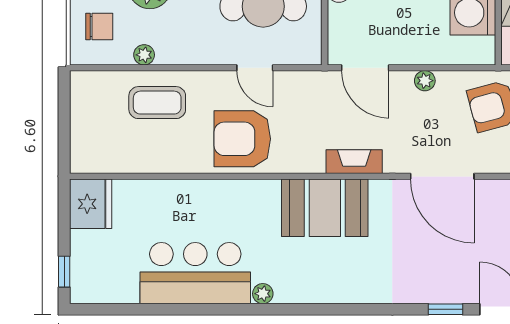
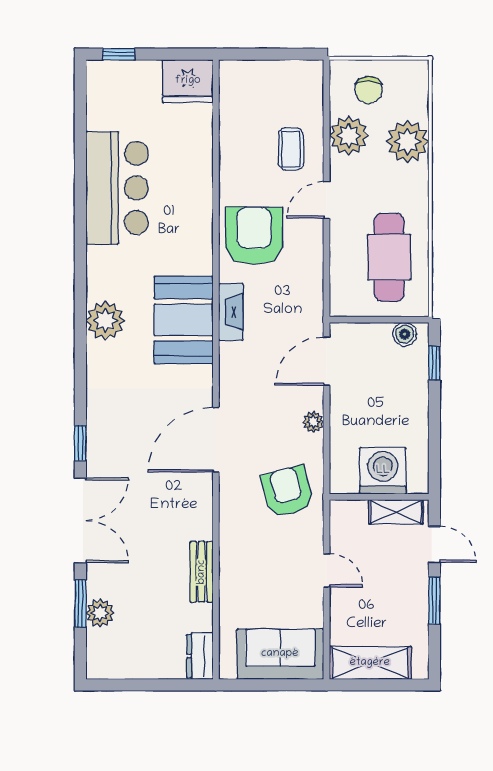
plant: (144, 55) -> (349, 136), width x1.88, depth x1.88
door: (255, 68) -> (327, 200), moved
coffee table: (157, 103) -> (291, 149), width x0.73, depth x0.77
fireplace: (354, 162) -> (231, 312), moved
plant: (263, 294) -> (105, 321), moved, width x1.88, depth x1.88

